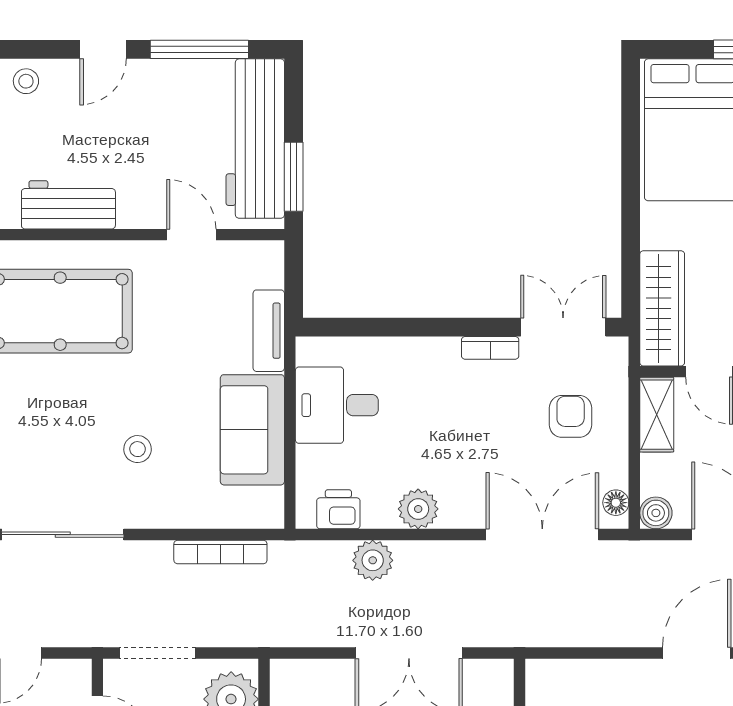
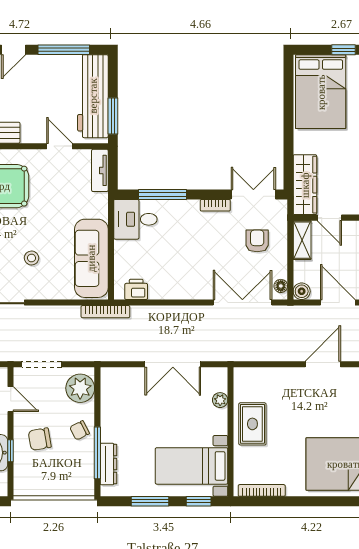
window: (389, 327) -> (163, 194), added
tv unit: (269, 331) -> (100, 170), moved
desk: (337, 405) -> (135, 219), moved
sofa: (252, 430) -> (91, 258), width x1.36
plant: (418, 509) -> (178, 289), removed
bookcase: (220, 552) -> (105, 312), moved
plant: (373, 560) -> (154, 316), removed

